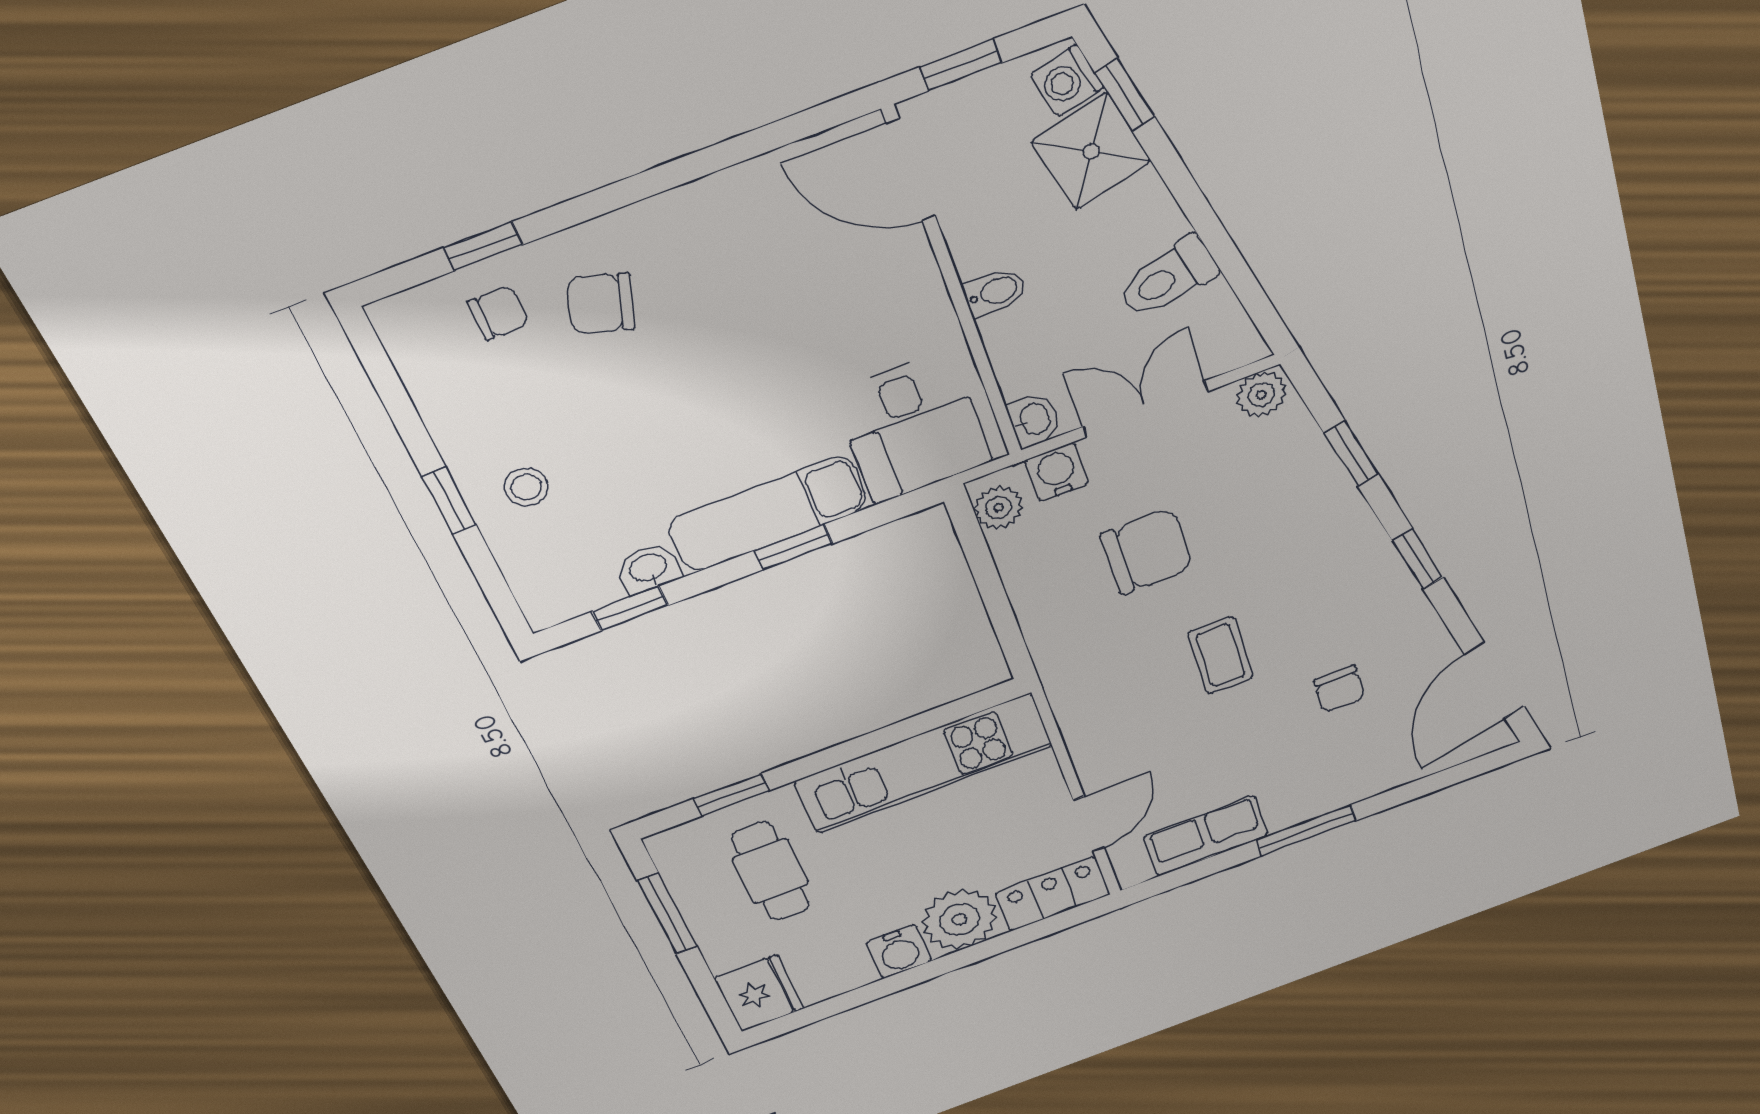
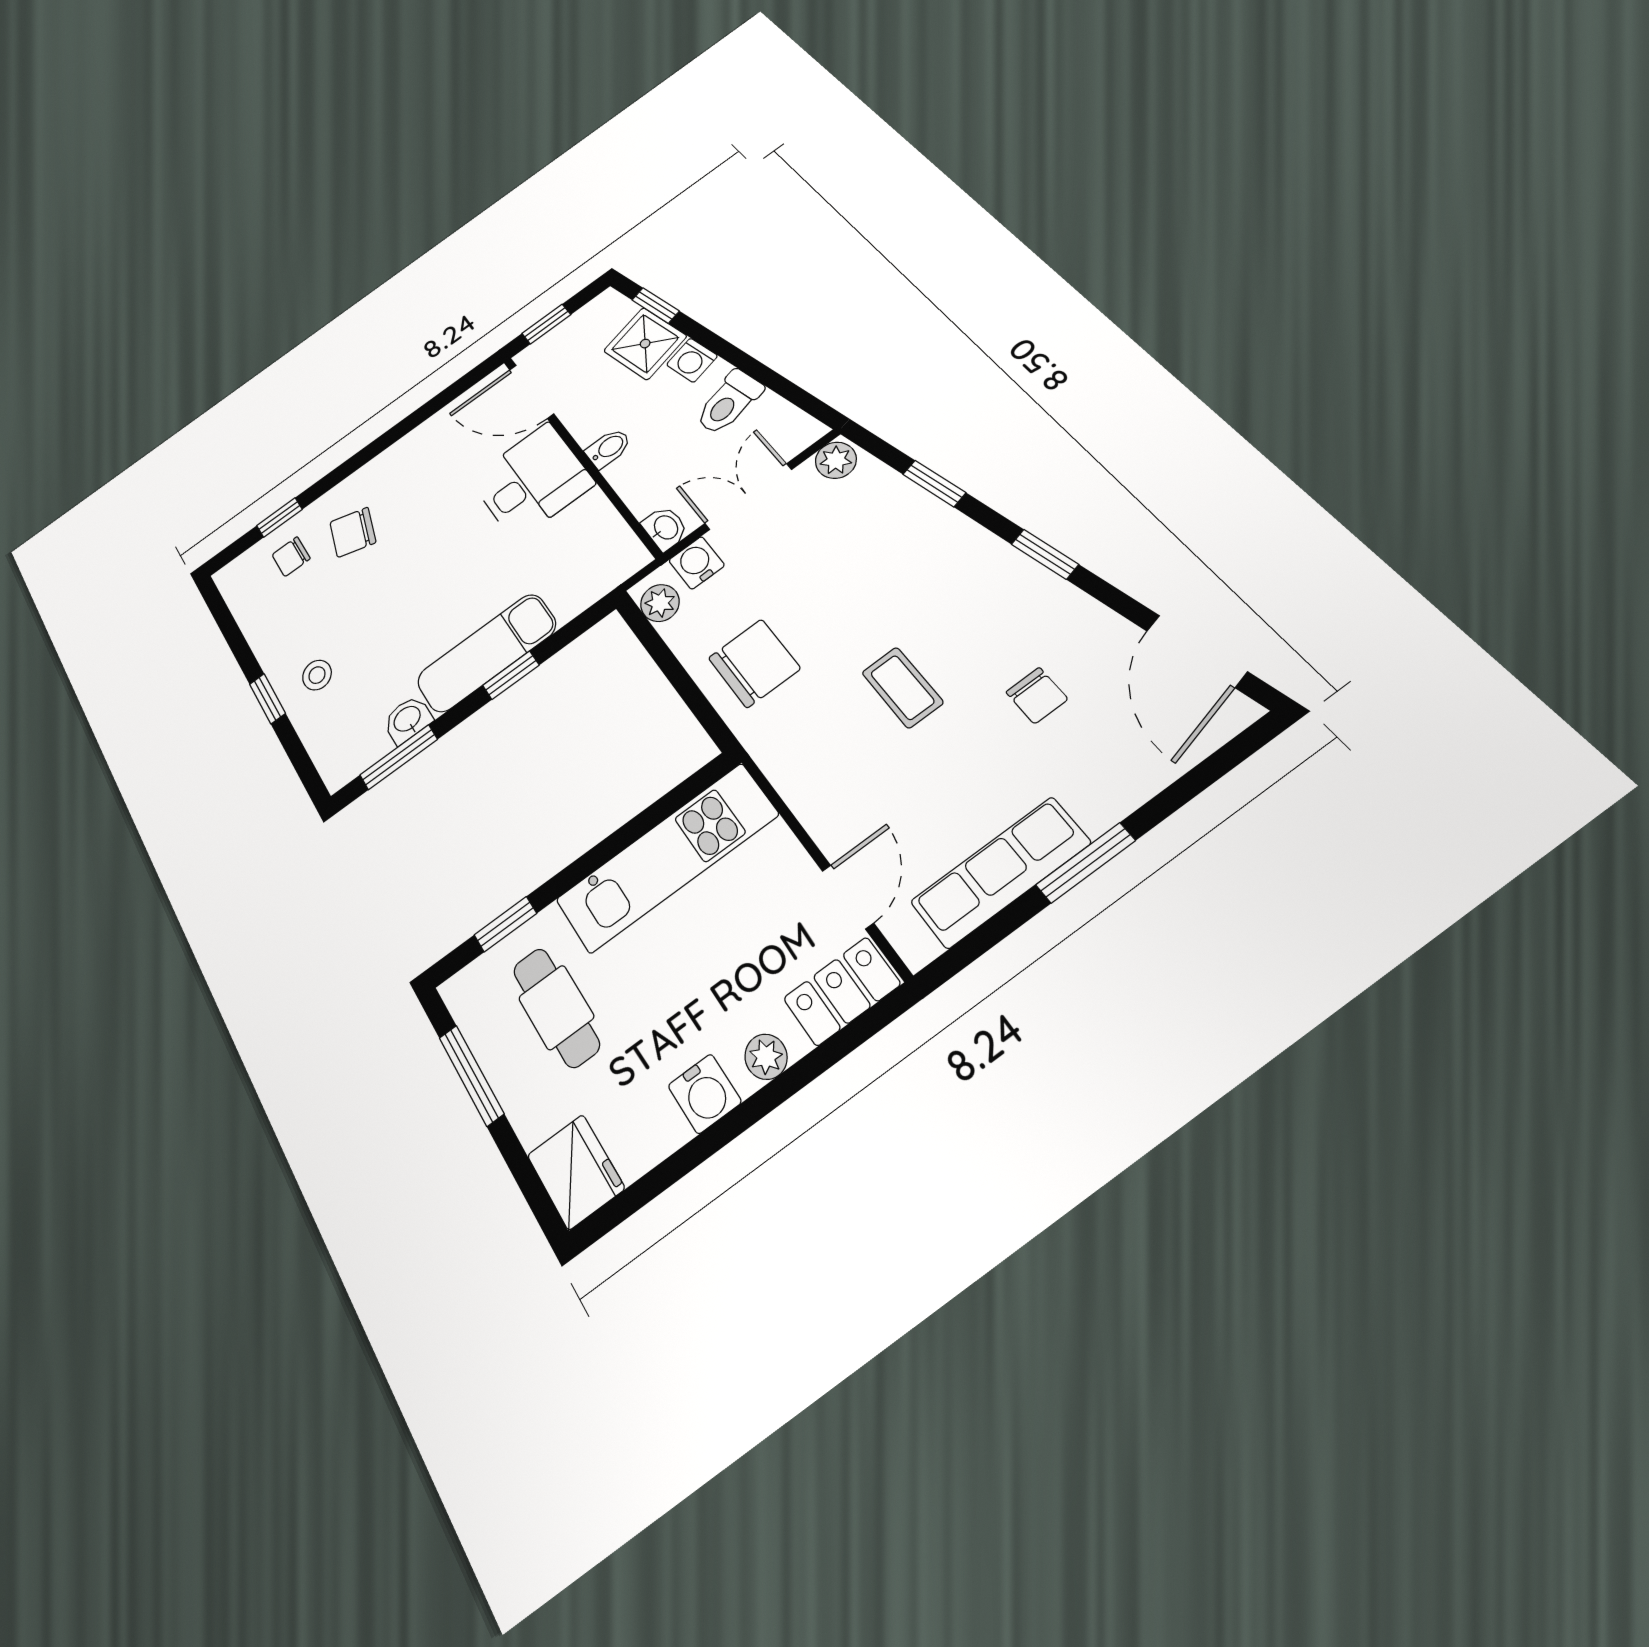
washing machine: (1067, 81) -> (692, 360), moved
chair: (498, 313) -> (291, 557), turned 180
desk: (912, 428) -> (532, 481), moved, turned -90
chair: (1147, 551) -> (754, 663), moved
window: (630, 609) -> (399, 757), width x1.50
row of seats: (1206, 836) -> (1000, 872), width x1.48
plant: (960, 919) -> (766, 1057), width x0.53, depth x0.53

